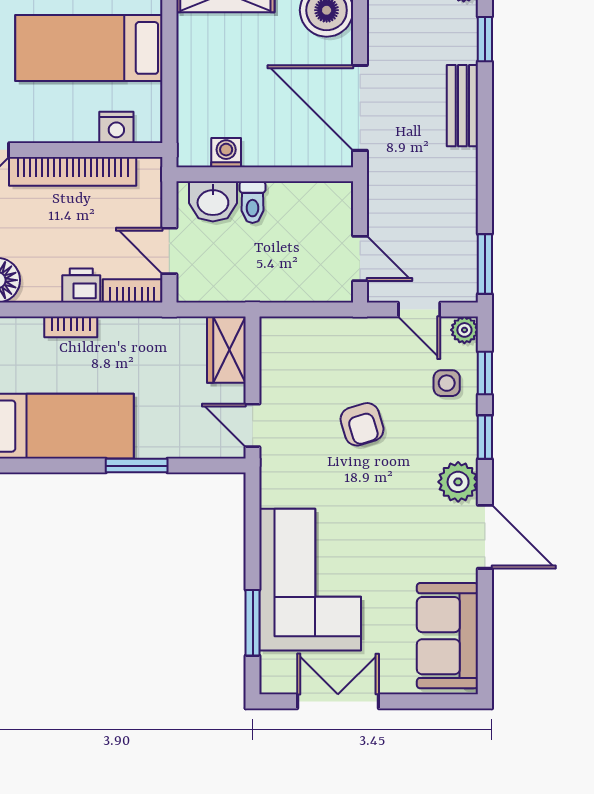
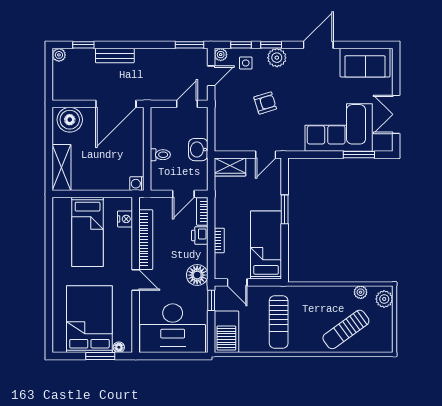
washing machine: (226, 153) -> (137, 184), moved
washbasin: (213, 201) -> (198, 150), moved, turned 180
plant: (458, 482) -> (277, 58), moved

